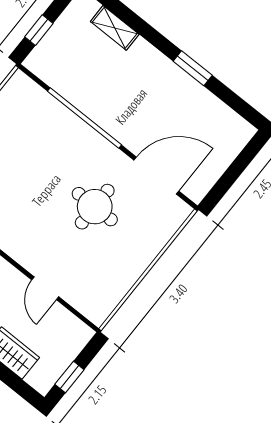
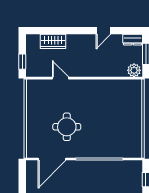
window: (69, 377) -> (22, 62), moved

